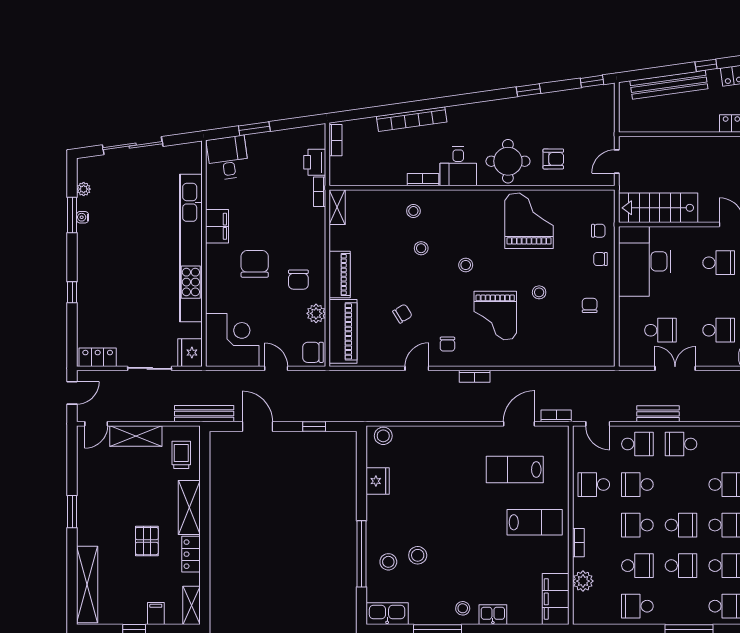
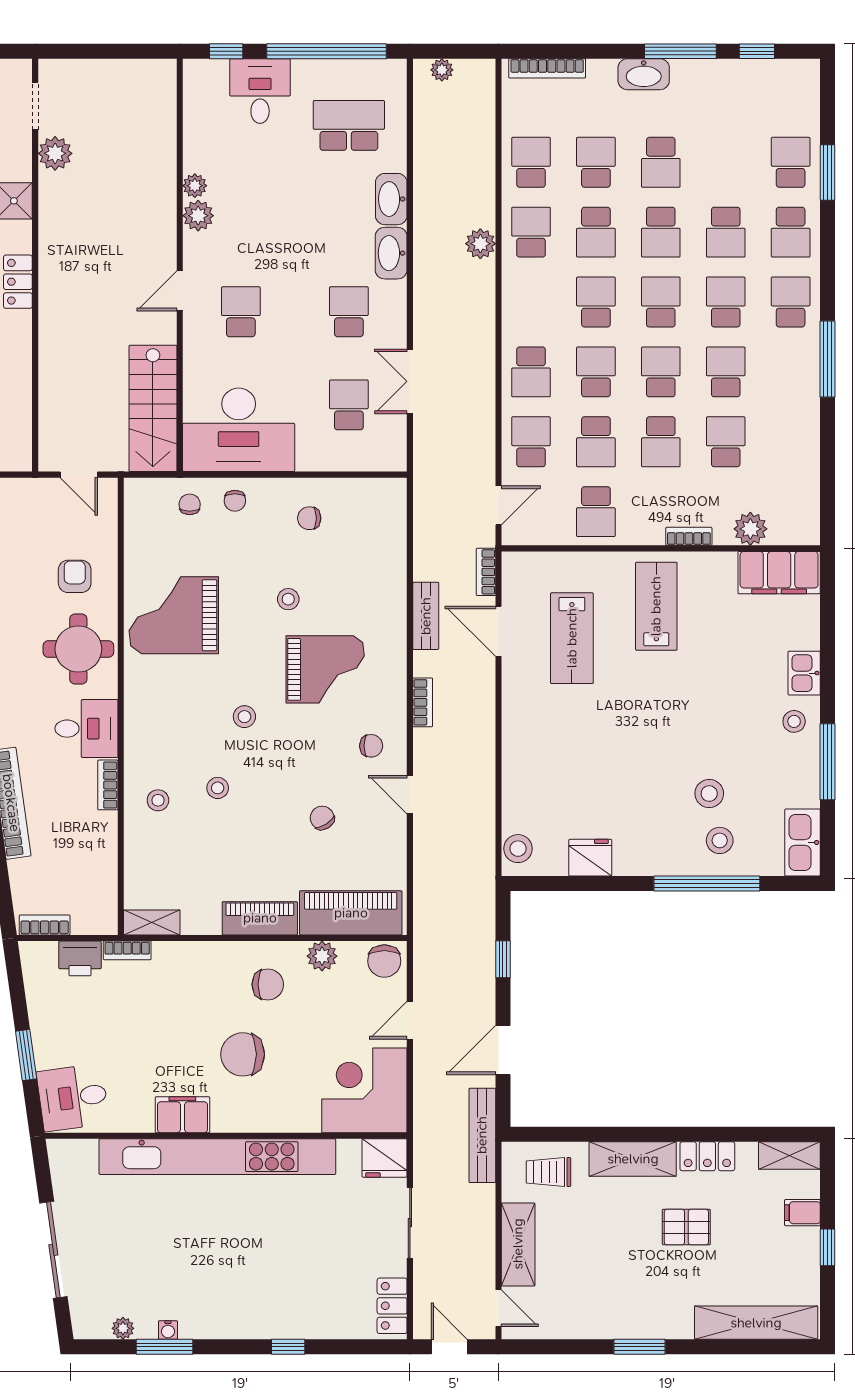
bench: (658, 414) -> (426, 616), moved
school desk: (637, 606) -> (596, 372), moved, turned 180

